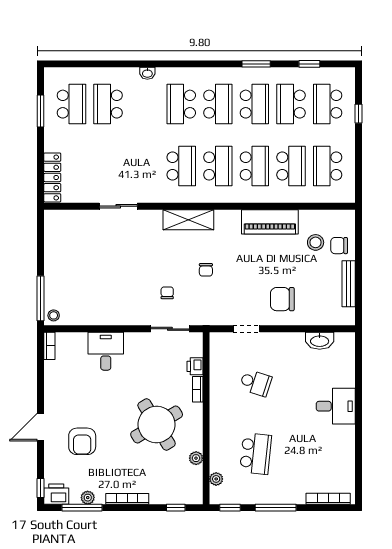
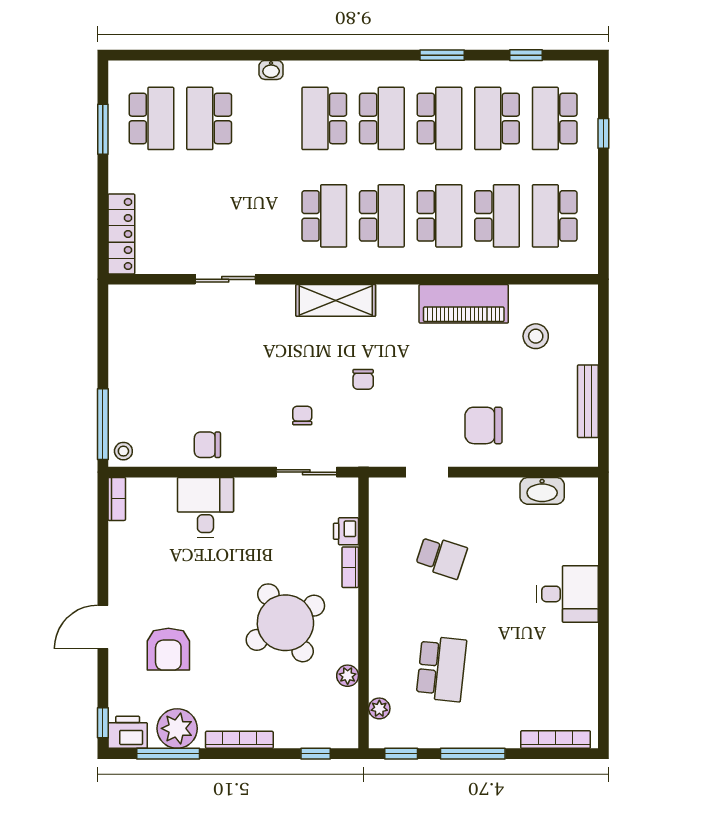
chair: (339, 246) -> (207, 445), moved
plant: (88, 498) -> (177, 728), width x1.88, depth x1.88

